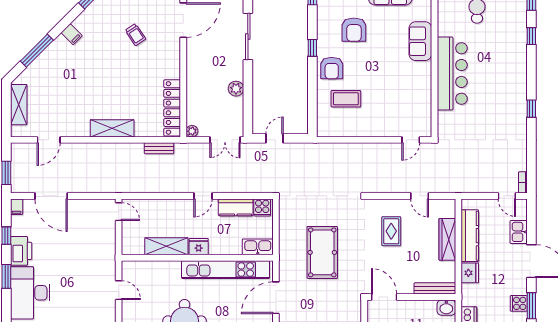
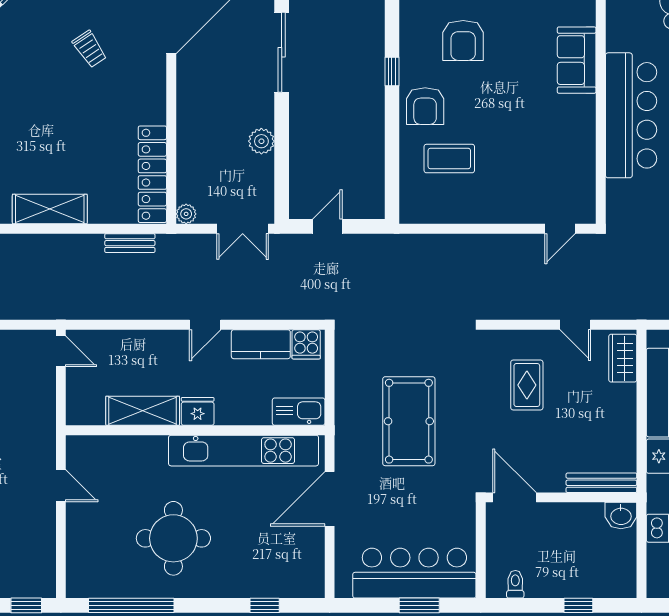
wardrobe: (447, 239) -> (623, 358), moved, width x0.67

